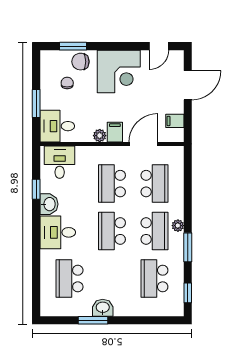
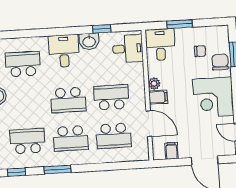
plant: (178, 226) -> (77, 159), removed
school desk: (112, 231) -> (68, 100), turned 180

